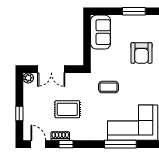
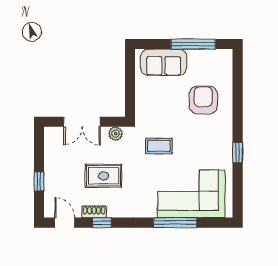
window: (134, 11) -> (193, 44), width x1.44
sofa: (101, 32) -> (164, 62), moved, turned 90
armchair: (141, 53) -> (203, 100), turned 180
plant: (28, 78) -> (116, 134), moved

